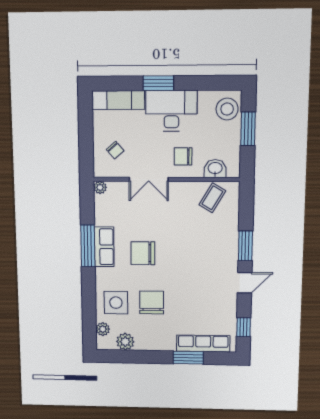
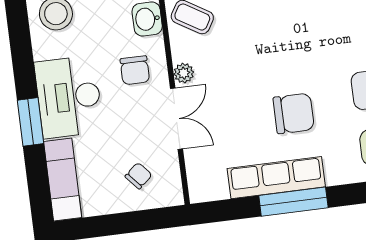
plant: (100, 187) -> (184, 73), moved
row of seats: (104, 247) -> (276, 178), width x1.48
chair: (143, 253) -> (294, 113), turned -90

